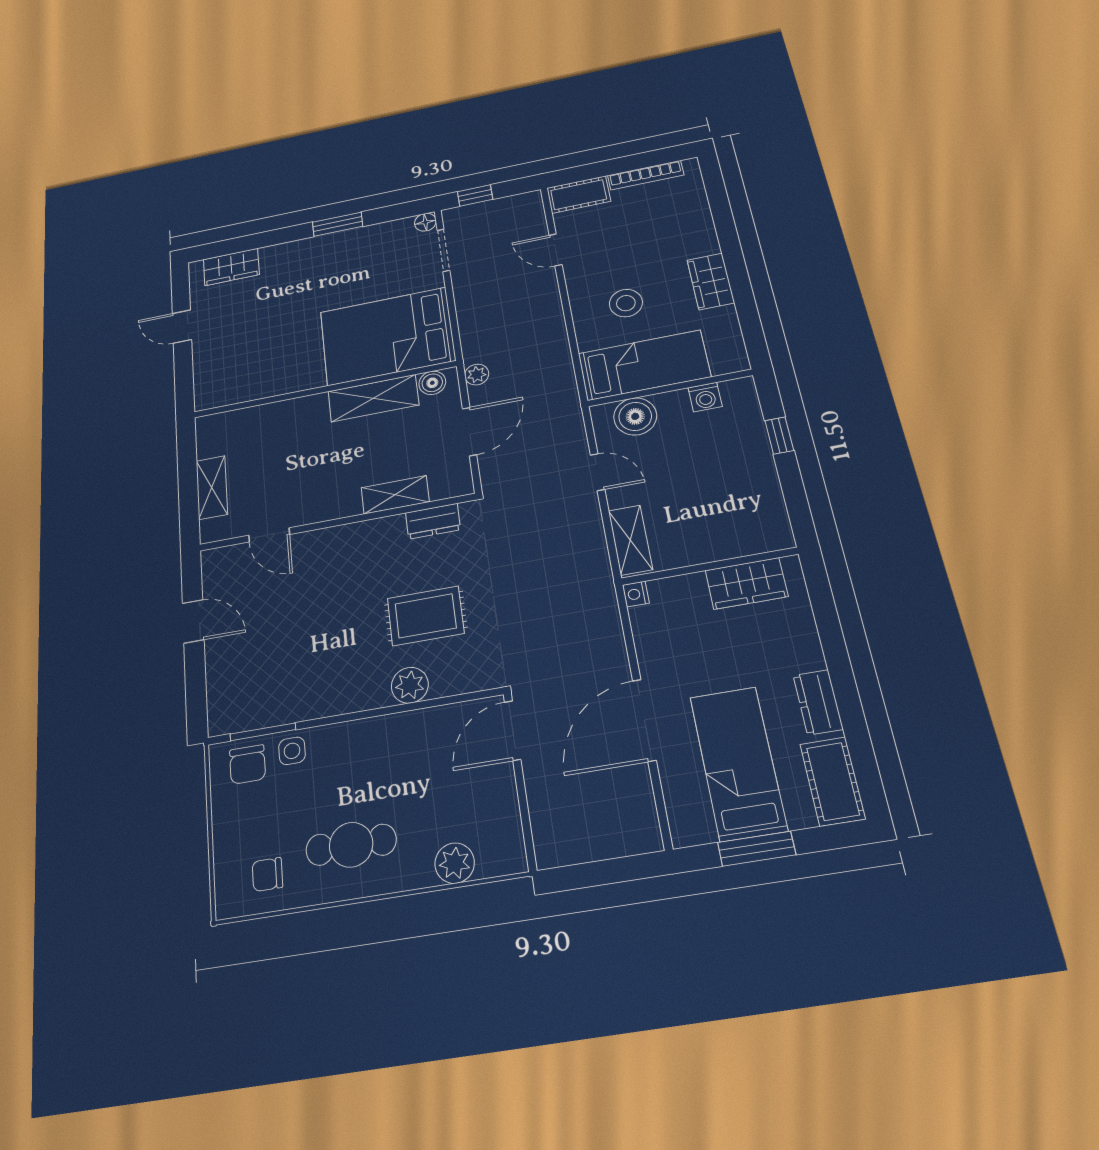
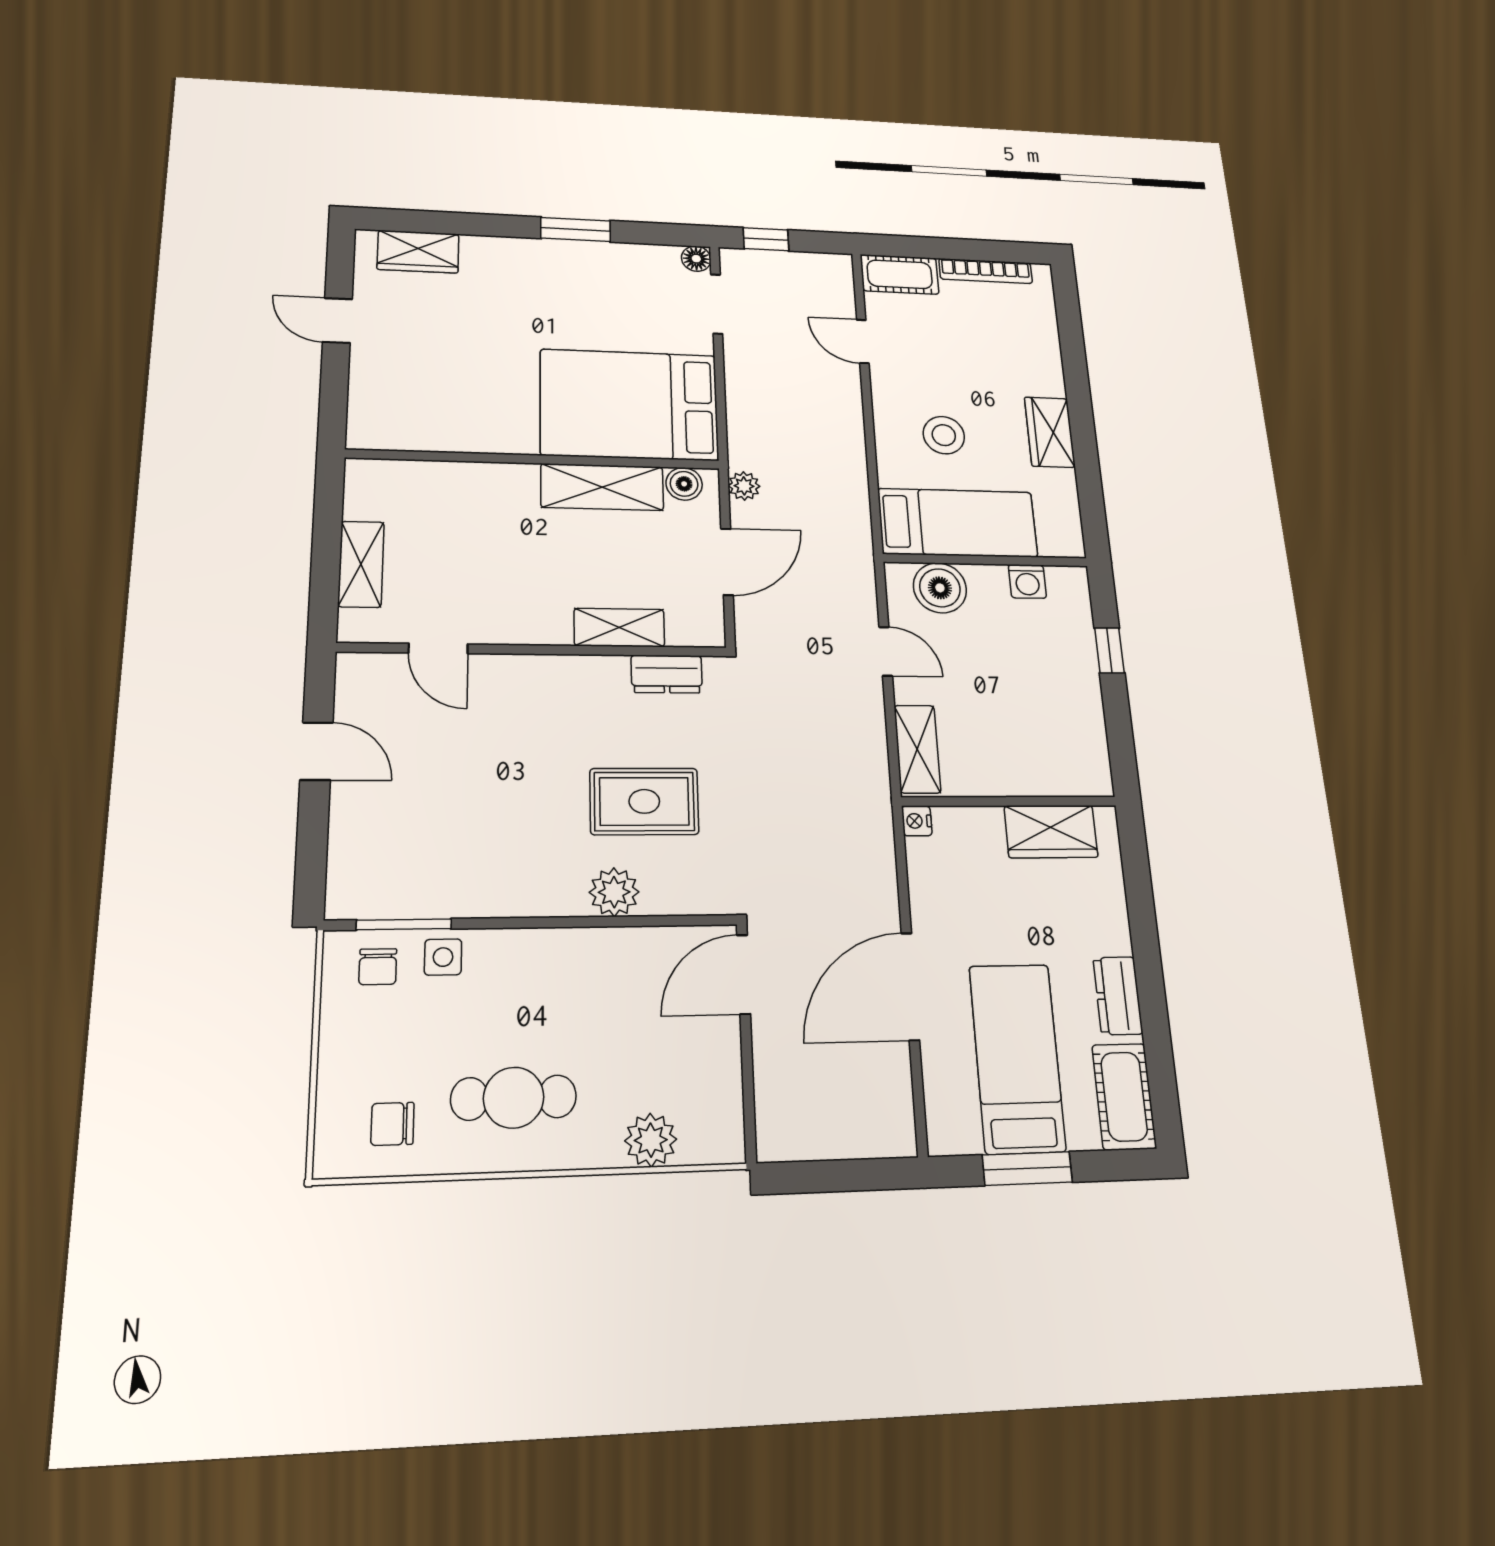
chair: (248, 764) -> (378, 967), width x0.73, depth x0.73

